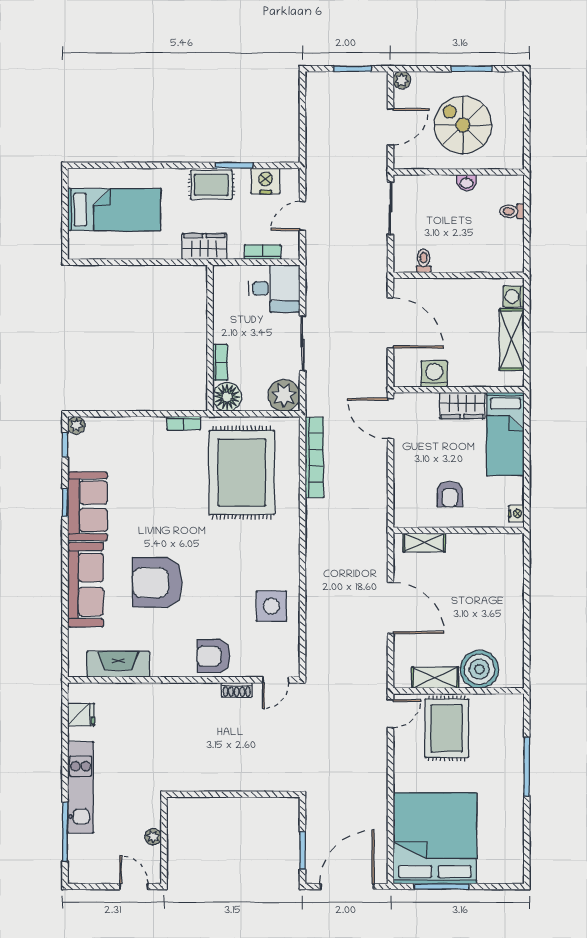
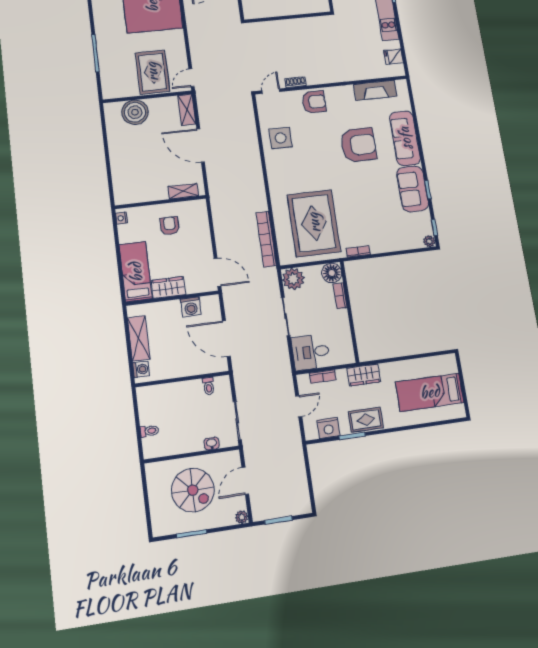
washbasin: (467, 183) -> (212, 444), moved
shelving: (435, 678) -> (187, 110), moved, turned 90

